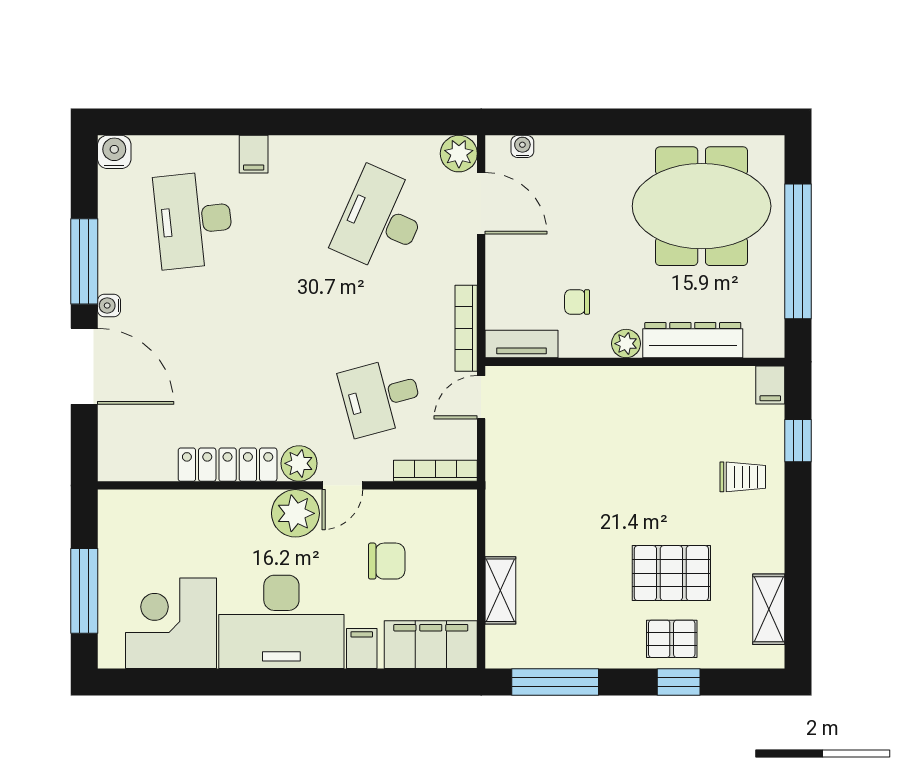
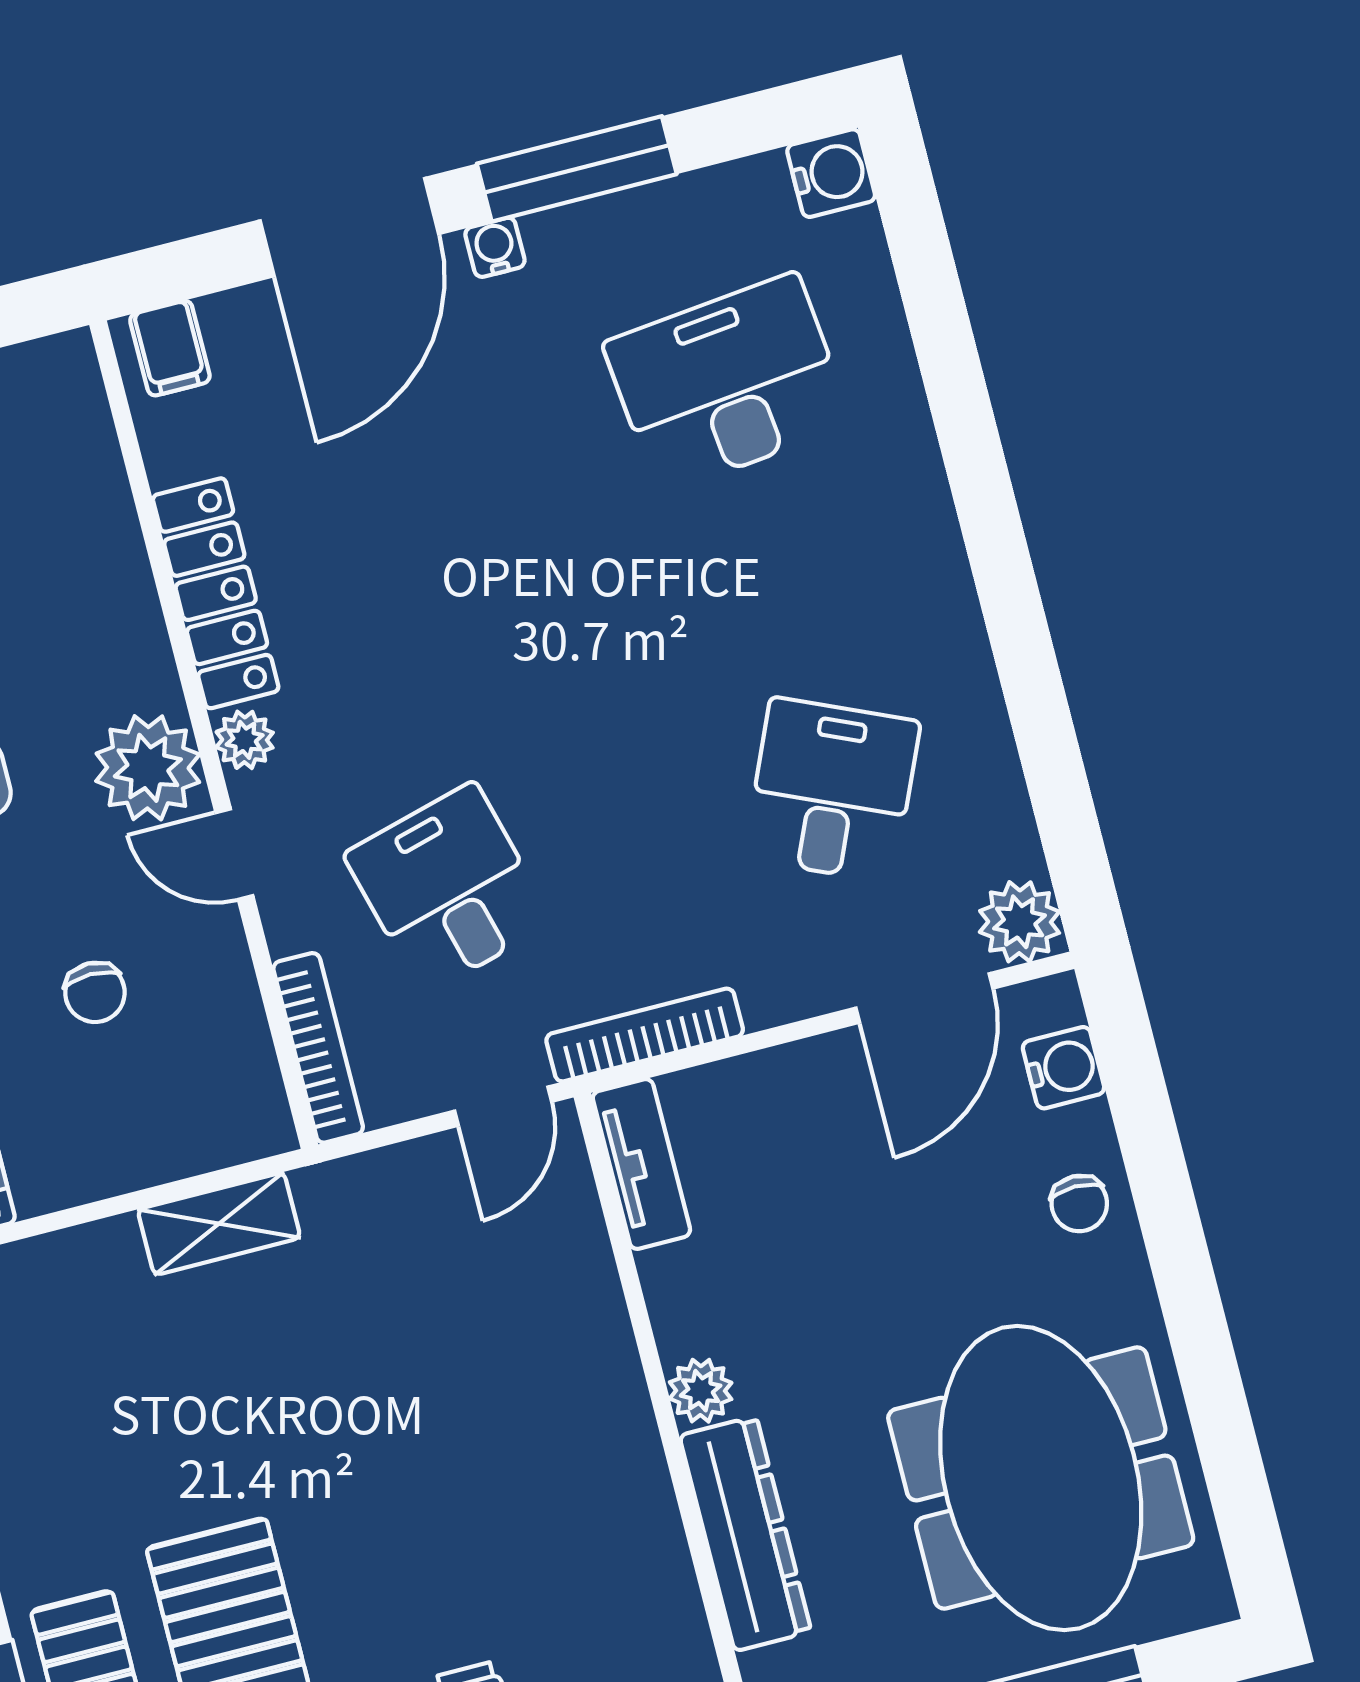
water cooler: (522, 146) -> (1064, 1068), width x1.38, depth x1.38
filing cabinet: (254, 154) -> (170, 348), moved, turned -90
desk: (381, 220) -> (832, 790), width x0.73
chair: (577, 302) -> (1079, 1203), moved, turned 180
door: (481, 397) -> (503, 1106), swing flipped
plant: (299, 463) -> (245, 740), width x0.73, depth x0.73
chair: (387, 561) -> (95, 992), width x0.73, depth x0.73
shelving: (500, 590) -> (219, 1224), moved

